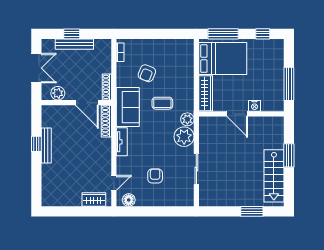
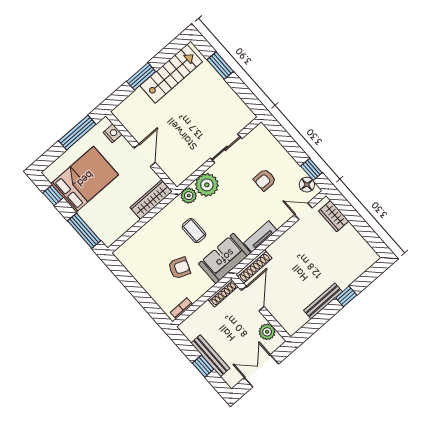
bed: (223, 59) -> (85, 179), moved, turned 90
nightstand: (254, 106) -> (113, 133), moved
window: (36, 144) -> (346, 296), moved
window: (136, 211) -> (311, 169), added

